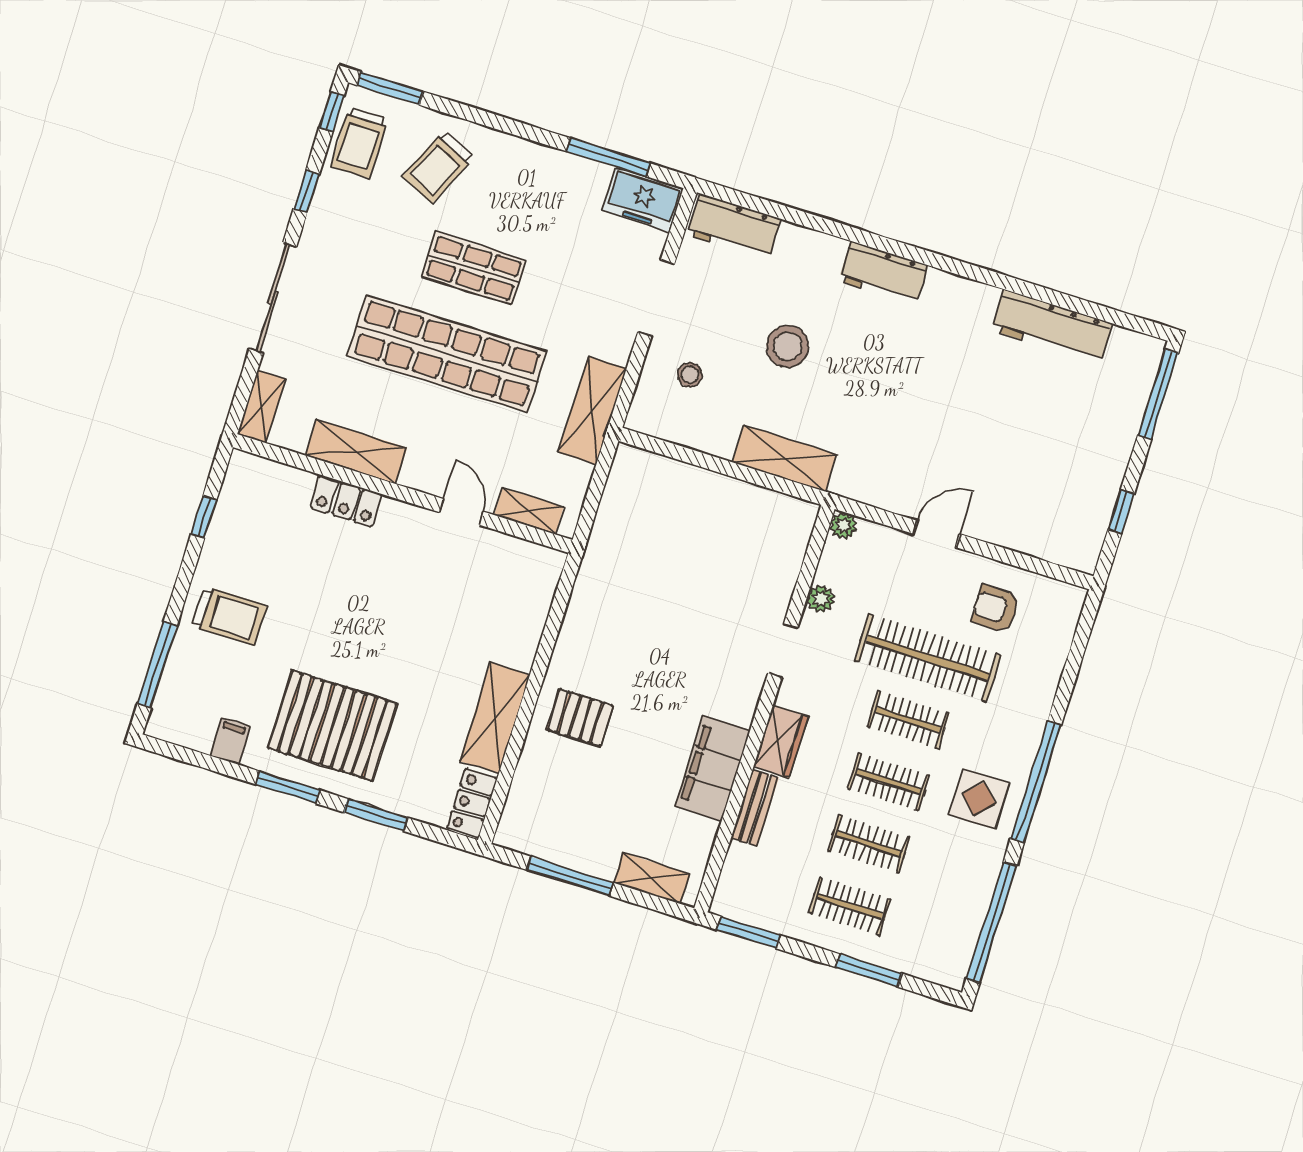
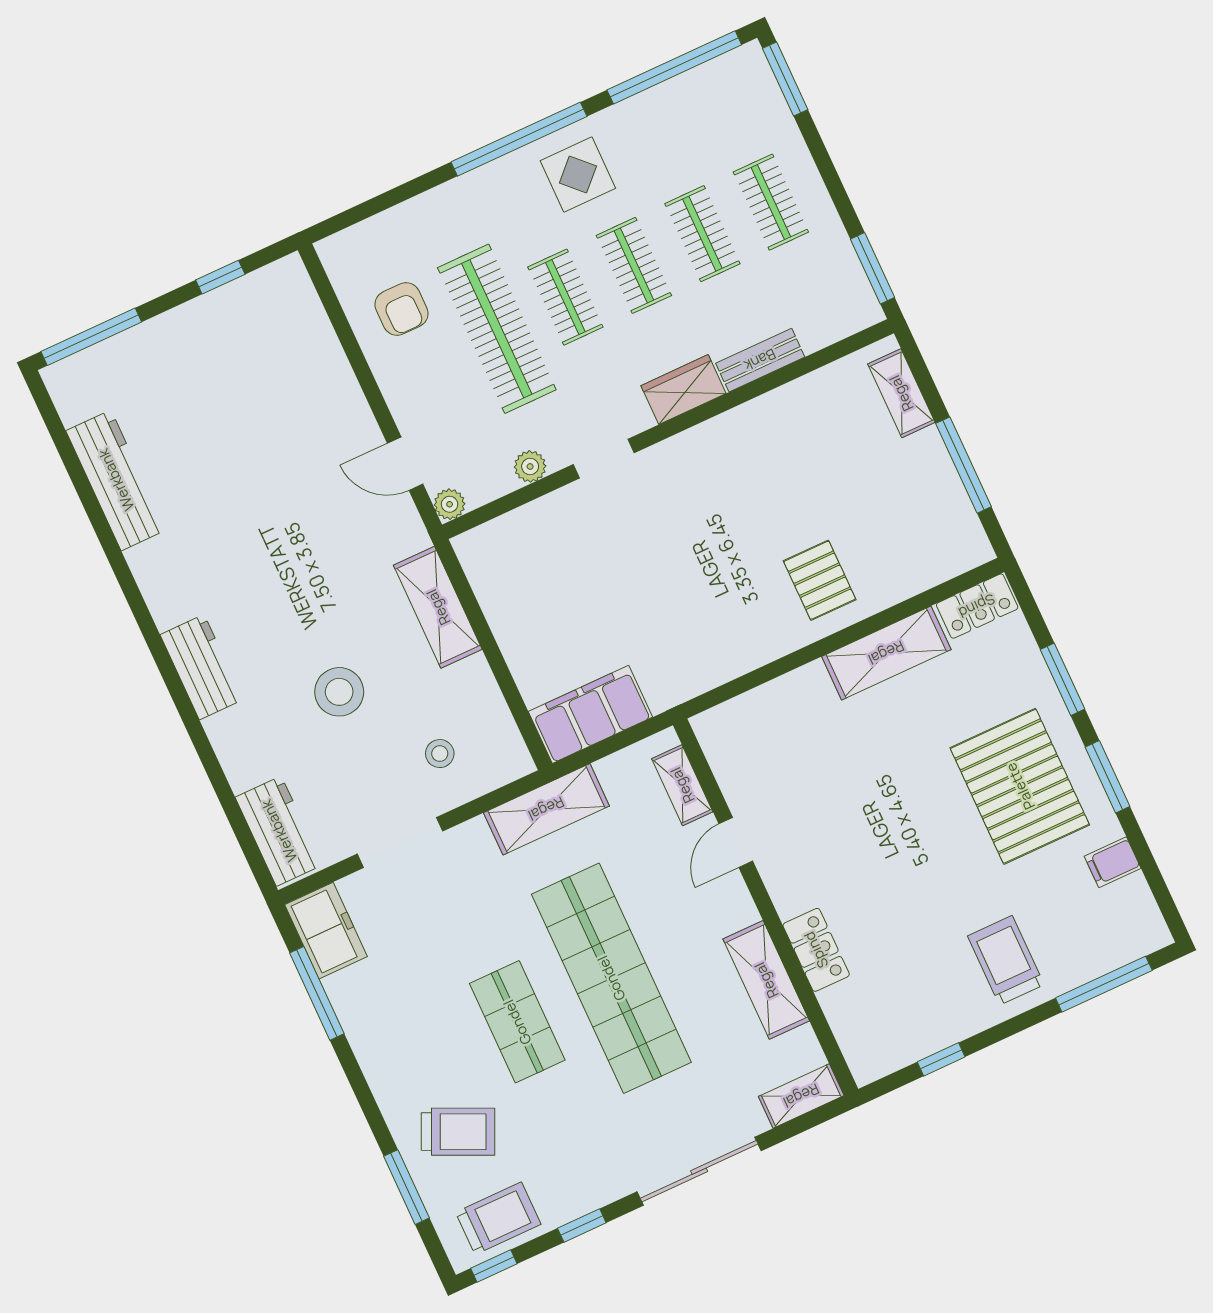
window: (390, 88) -> (406, 1187), moved
door: (936, 534) -> (405, 464), moved
filing cabinet: (713, 768) -> (590, 714), moved, turned 180
window: (869, 970) -> (785, 79), moved

